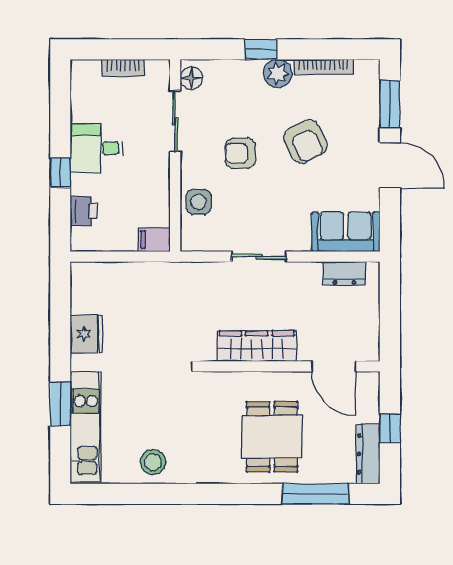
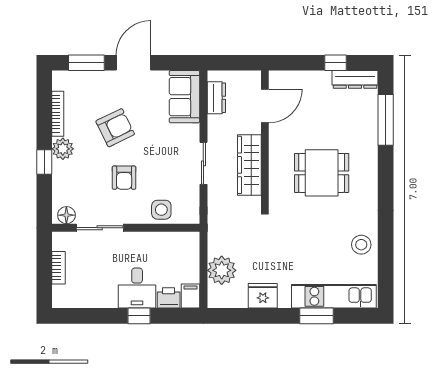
desk: (96, 148) -> (137, 288), moved
filing cabinet: (154, 240) -> (190, 296), moved, turned 180
plant: (120, 280) -> (222, 270), added
wardrobe: (257, 346) -> (249, 165), moved
wall: (291, 366) -> (265, 139), moved
door: (334, 366) -> (265, 106), moved
dining table: (272, 437) -> (322, 173), moved

